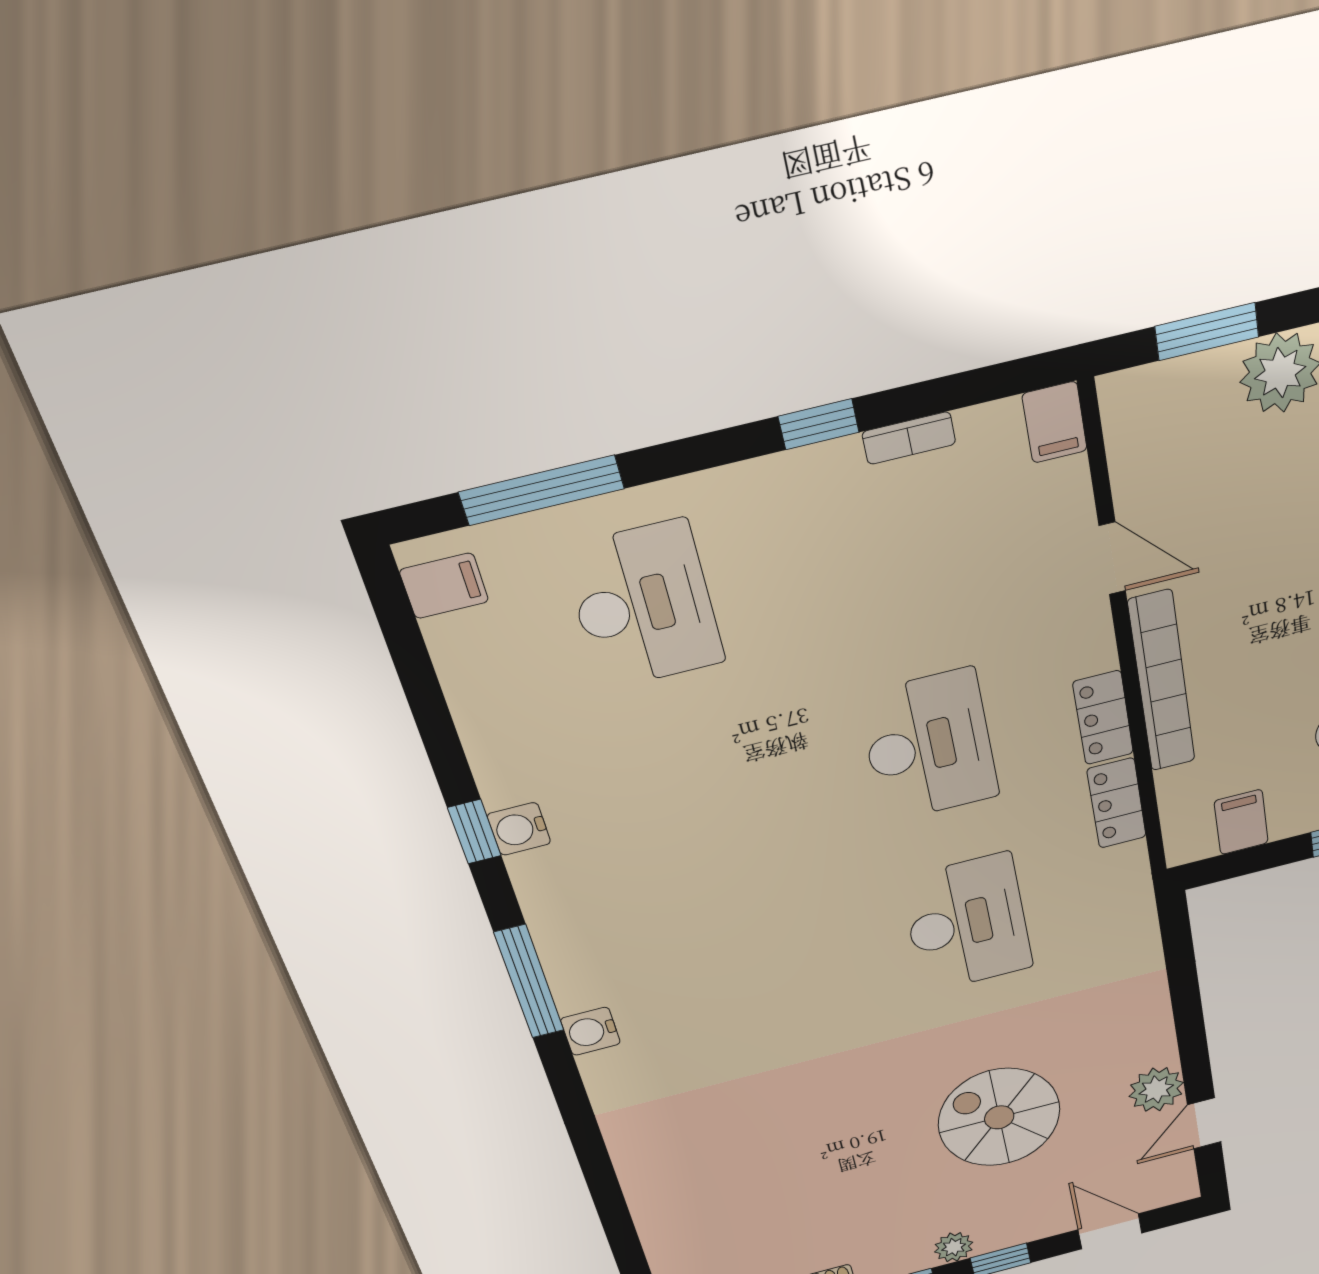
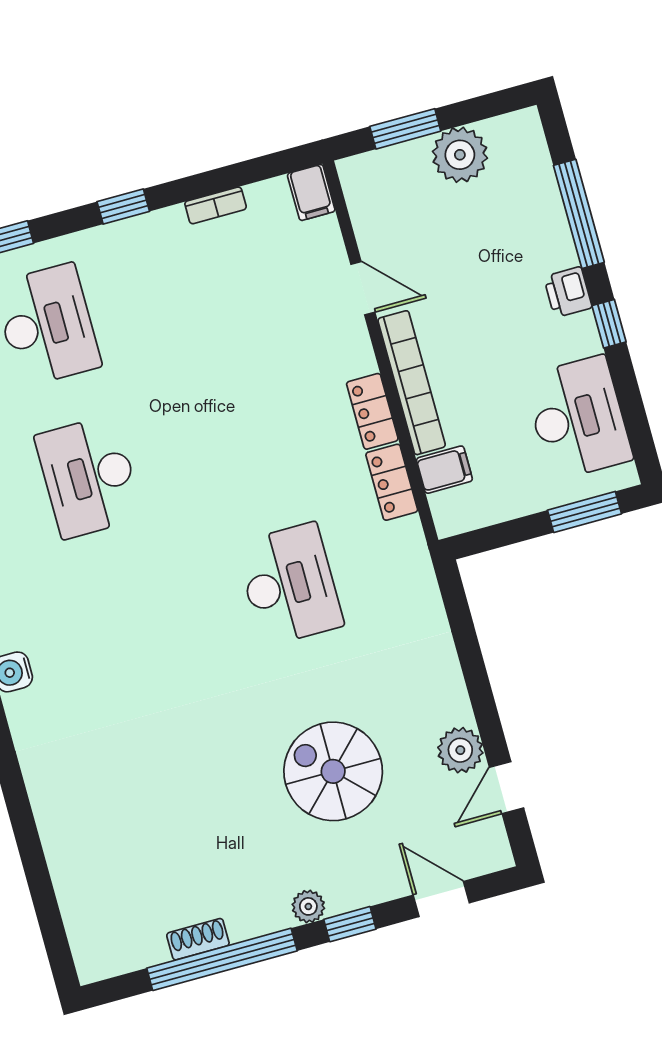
window: (819, 424) -> (123, 207), moved
desk: (929, 746) -> (89, 477), moved, turned 180
filing cabinet: (1241, 822) -> (444, 470), moved, turned 90

